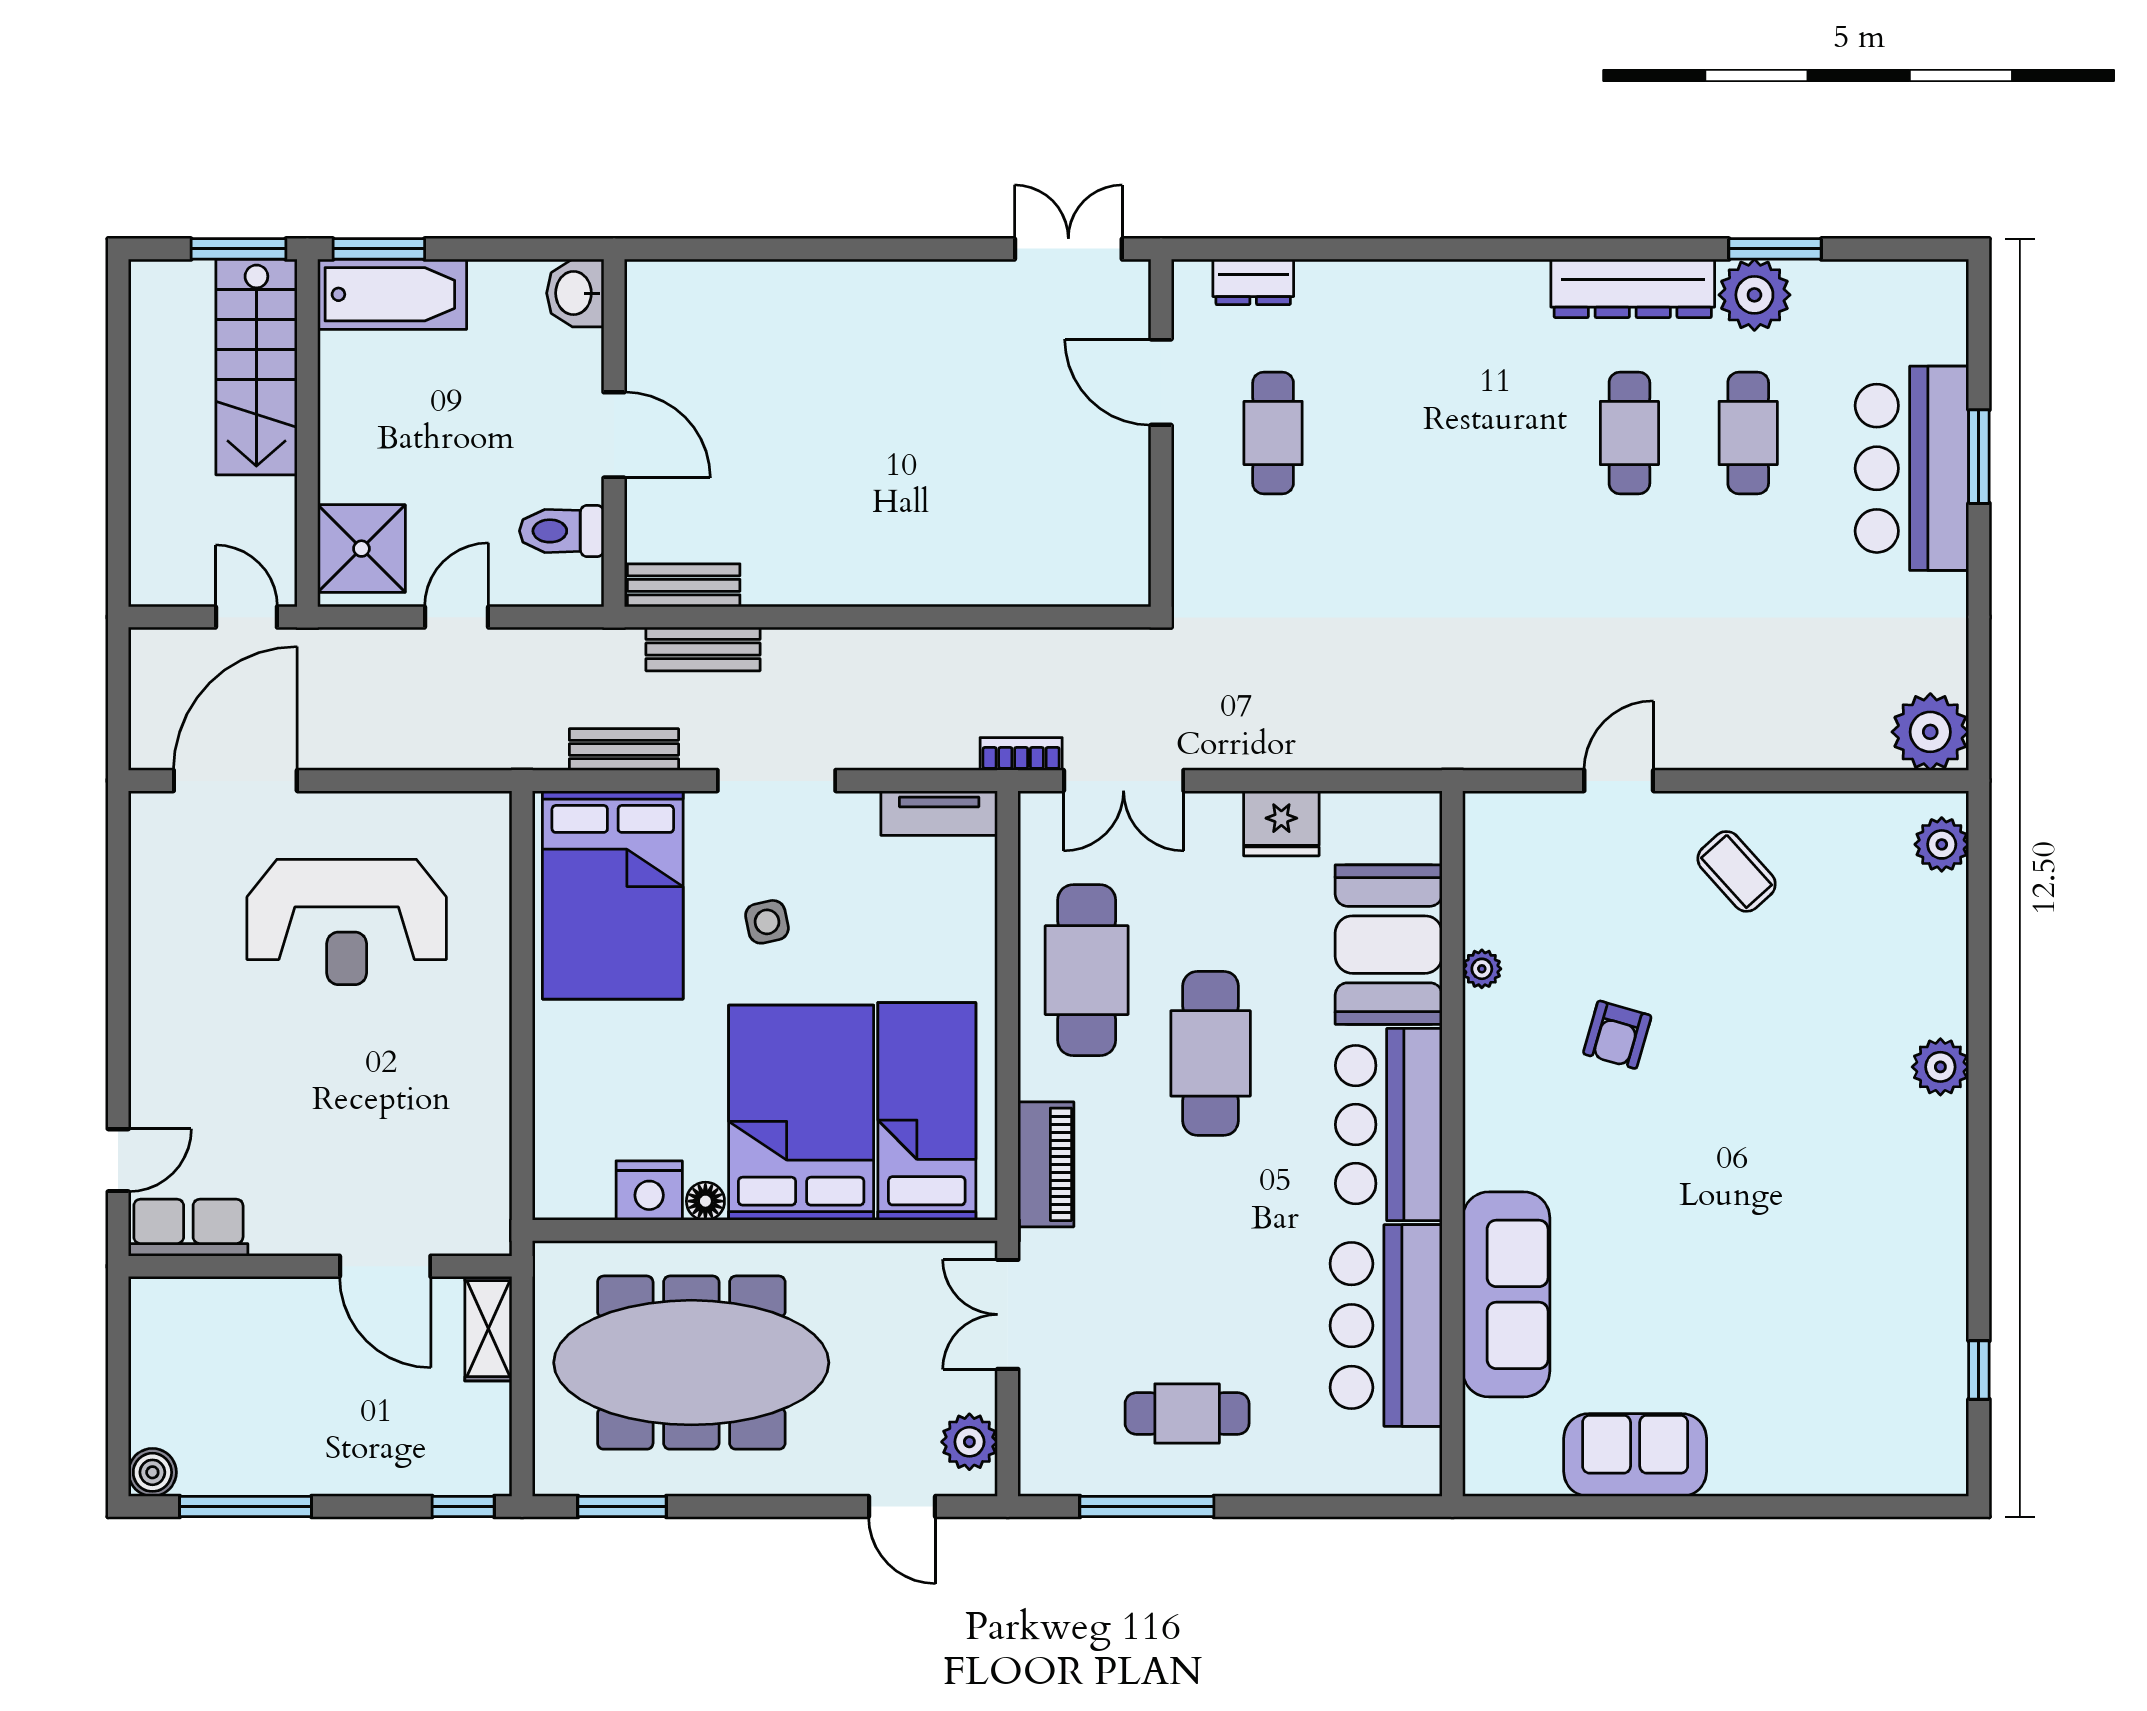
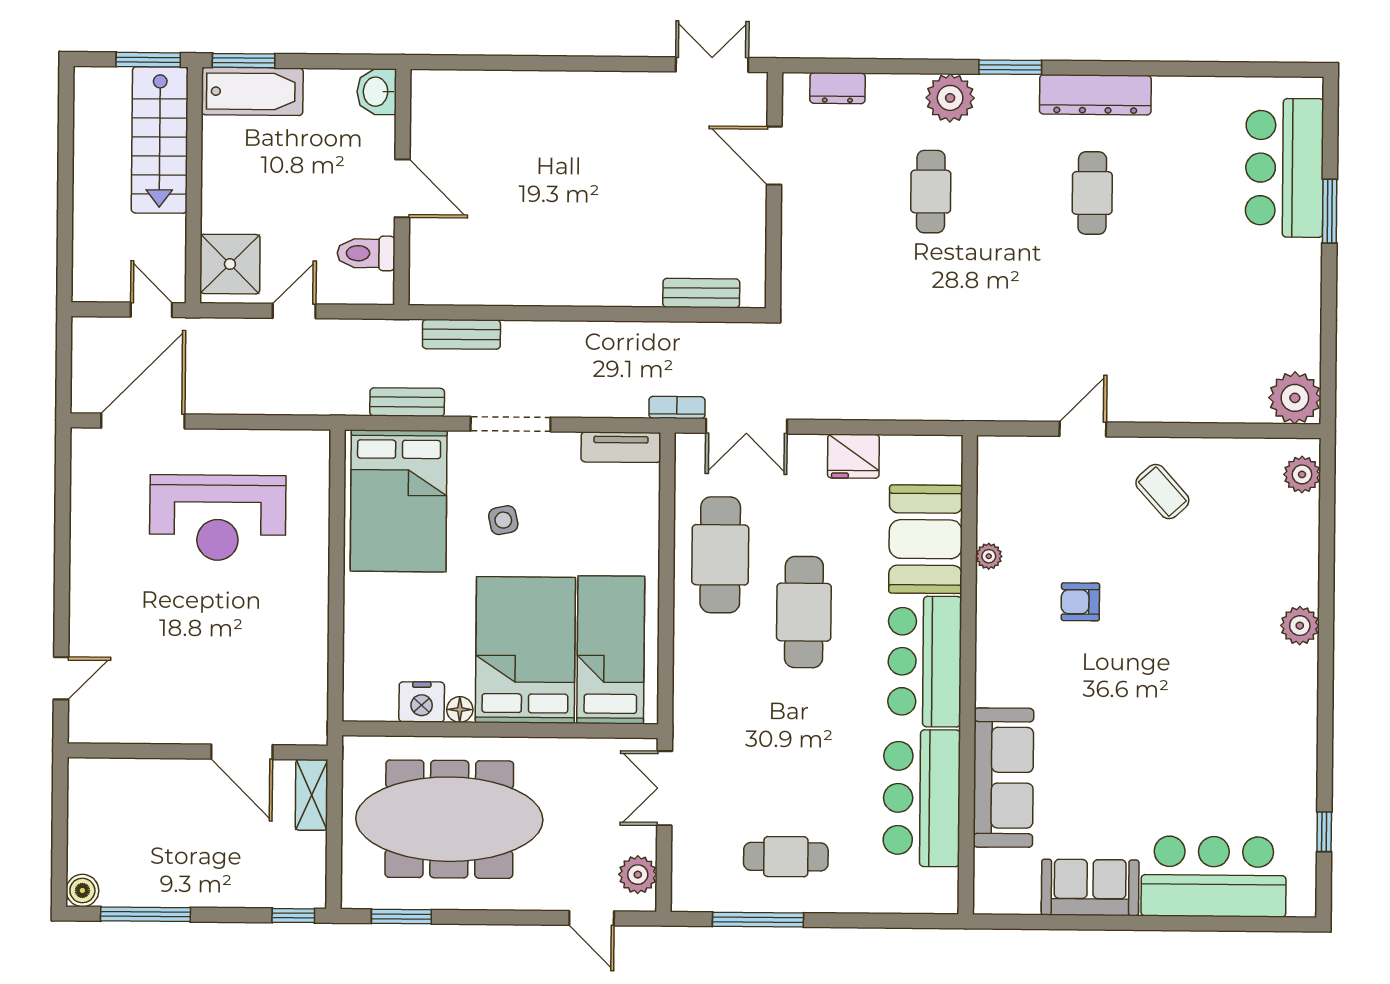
window: (1775, 249) -> (1010, 67), moved
plant: (1754, 295) -> (950, 98), moved
cafe table: (1273, 433) -> (931, 192), moved
cafe table: (1748, 433) -> (1173, 194), removed
bar counter: (1912, 468) -> (1284, 168), moved
bench: (684, 585) -> (701, 293), moved
armchair: (1617, 1035) -> (1080, 602), turned 74
piano: (1046, 1164) -> (691, 686), removed
row of seats: (188, 1228) -> (108, 724), removed
bar counter: (1817, 1437) -> (1214, 877), added

